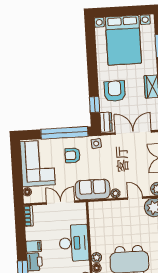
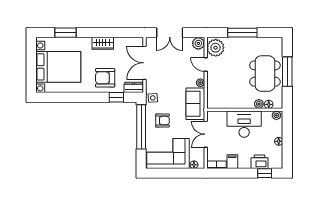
armchair: (73, 155) -> (162, 121), turned -90
door: (135, 198) -> (206, 65), hinge flipped
filing cabinet: (34, 246) -> (232, 162), moved

